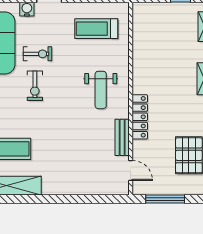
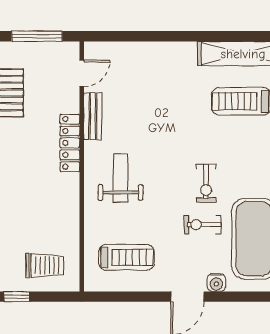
trolley: (159, 22) -> (45, 265), added
exercise bike: (35, 86) -> (206, 183), turned 180
door: (131, 170) -> (82, 73), swing flipped

